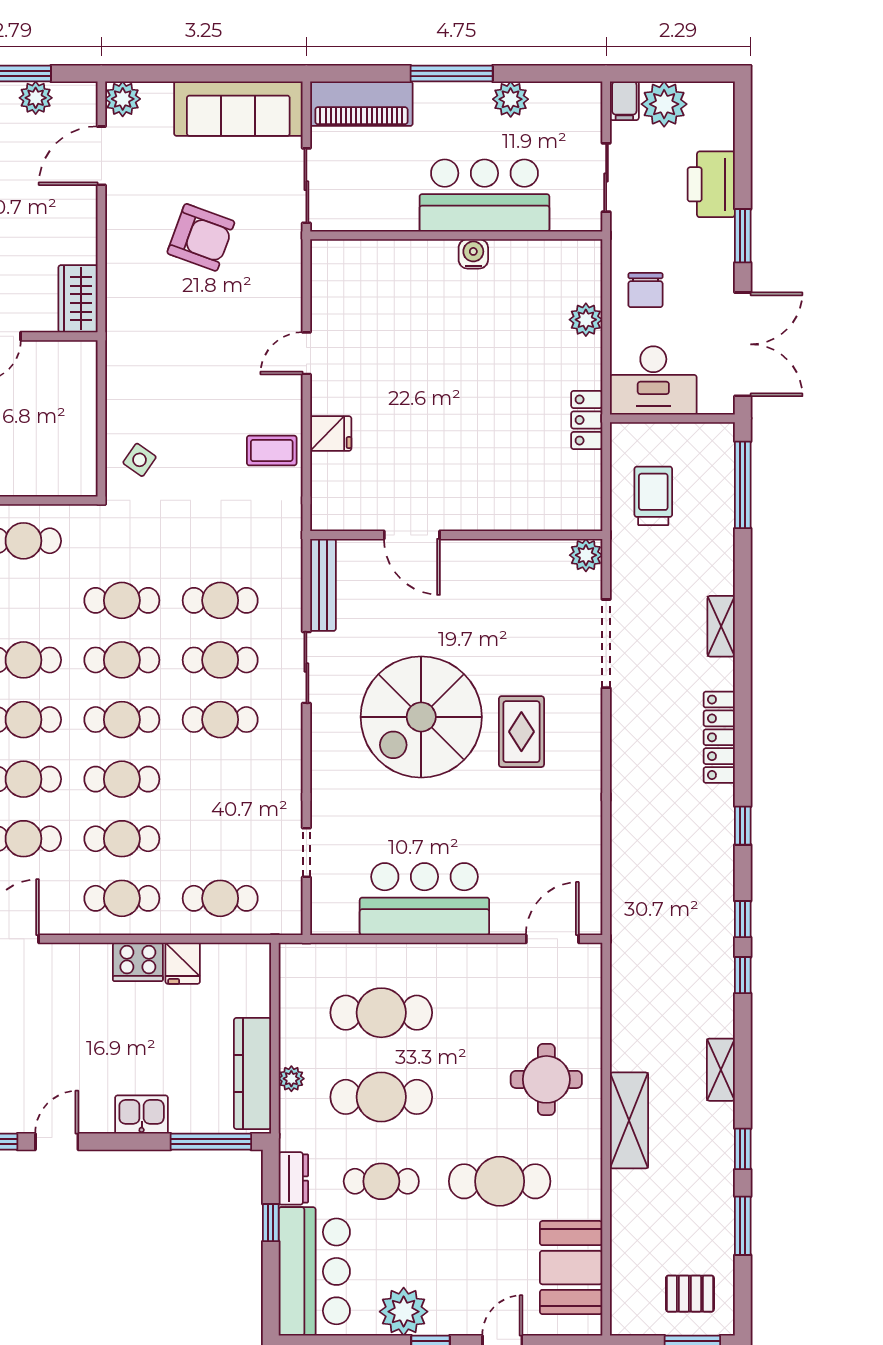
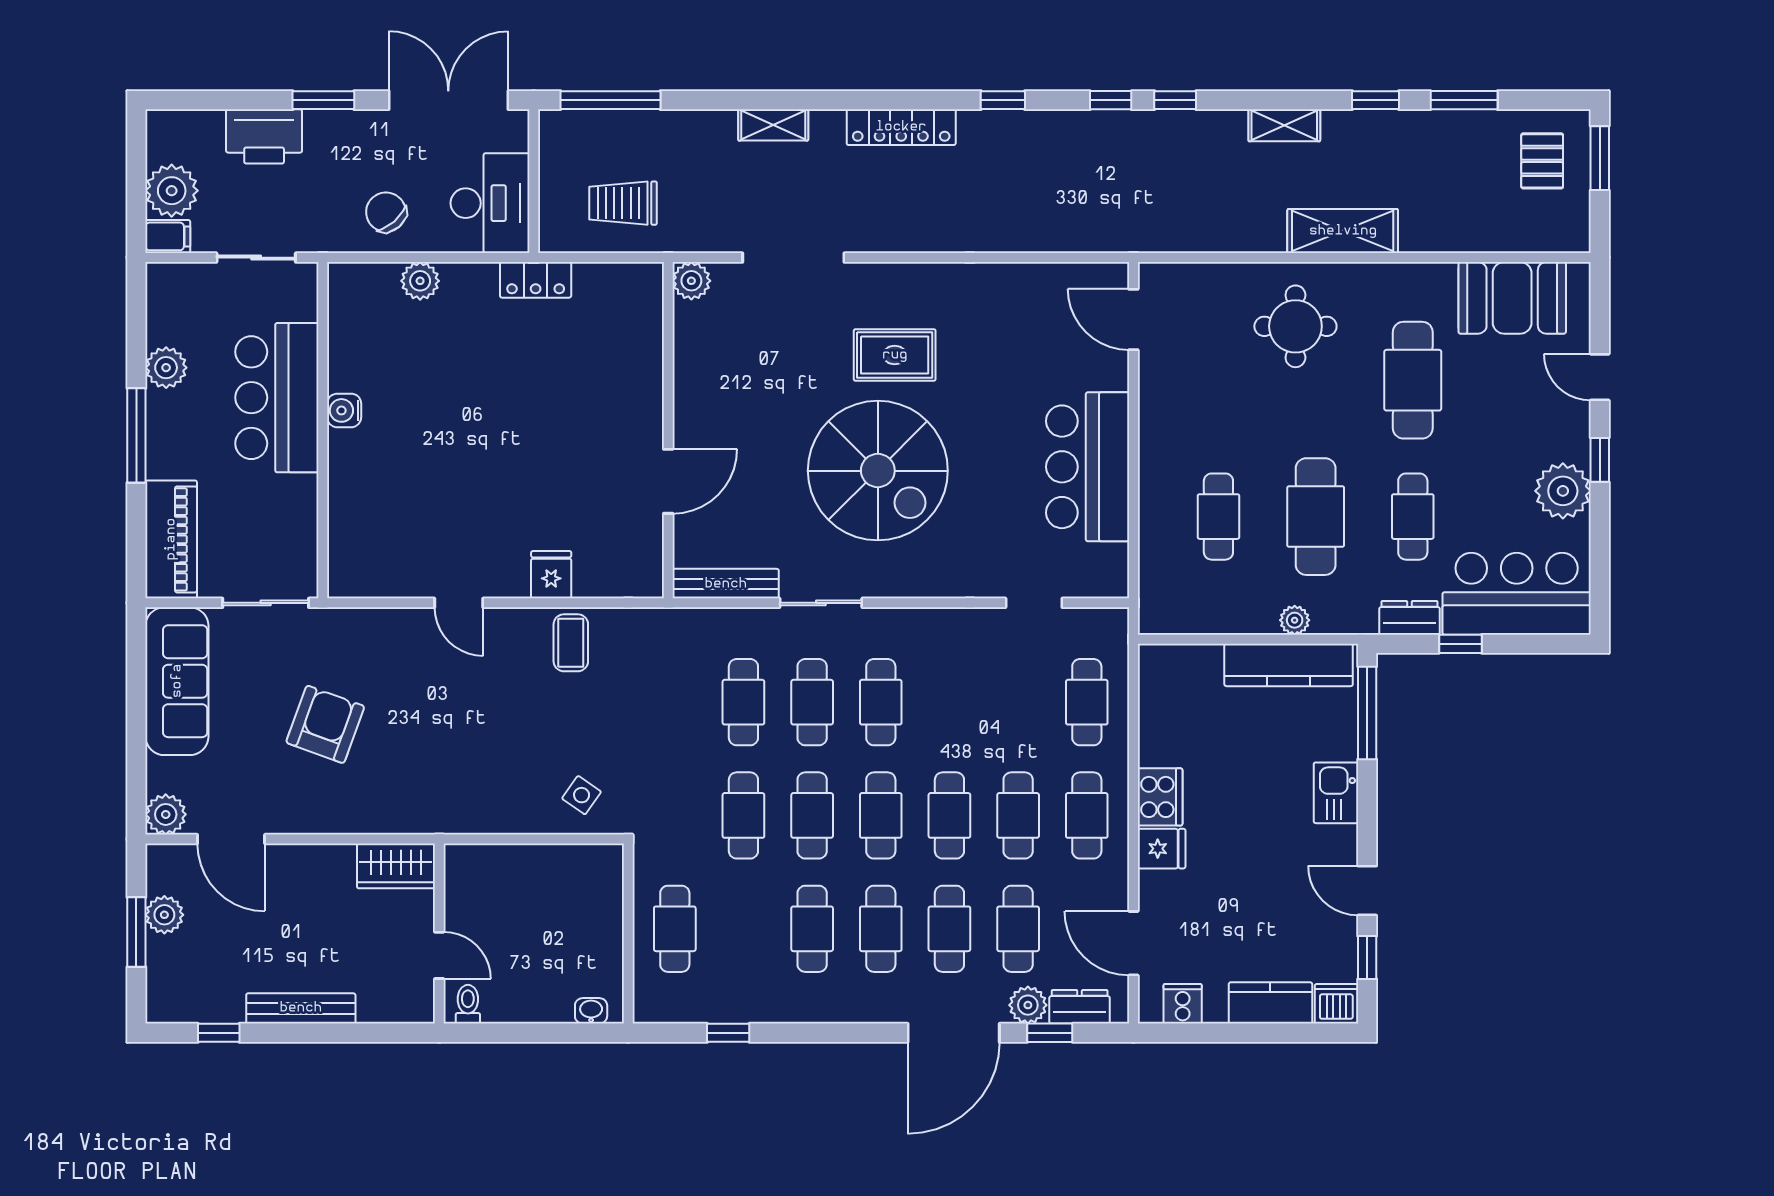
chair: (645, 290) -> (386, 212), turned -131
fridge: (183, 963) -> (1162, 849), moved
cafe table: (381, 1013) -> (1218, 517), width x0.73, depth x0.74

